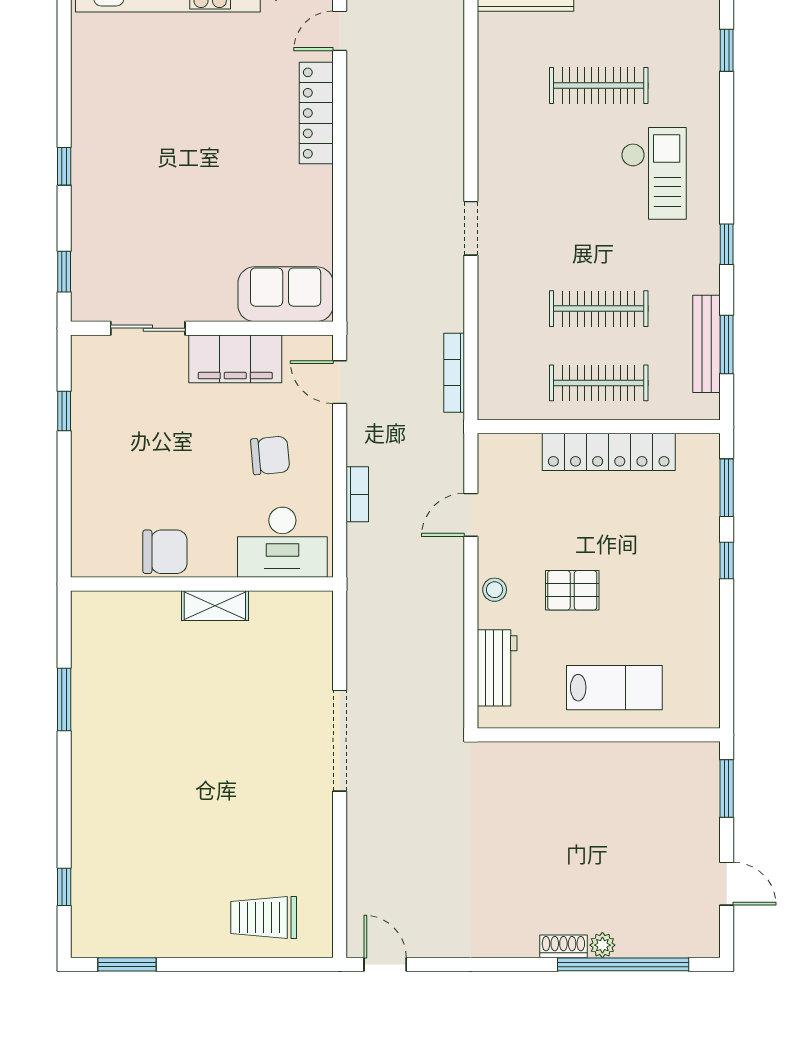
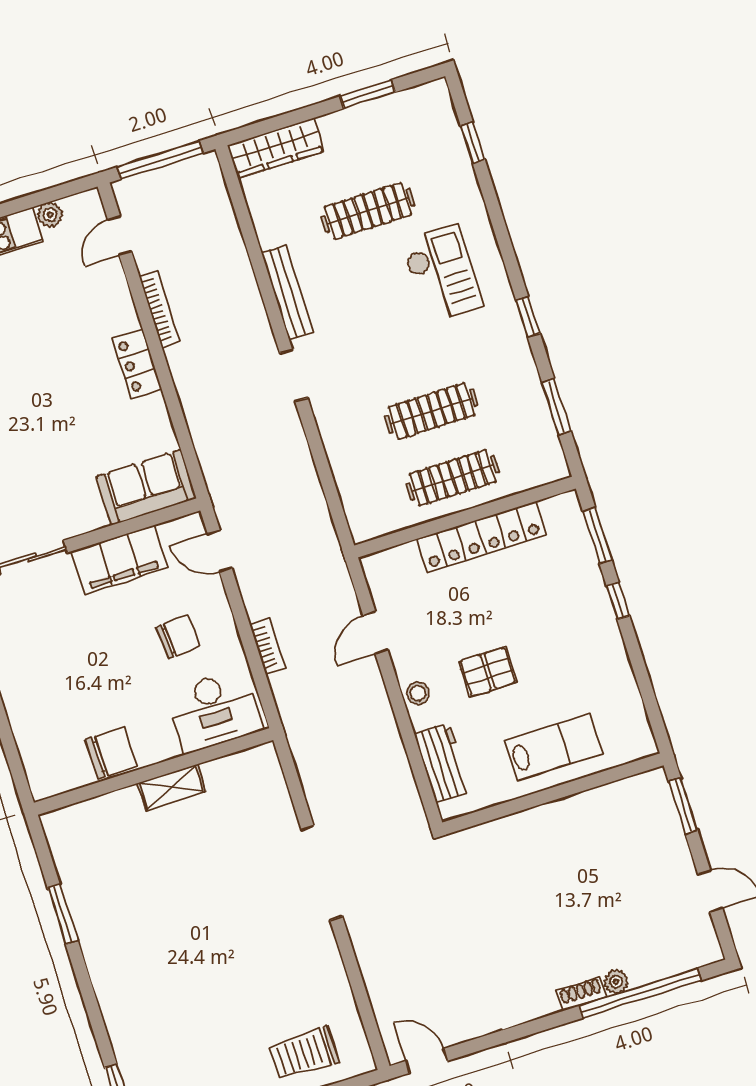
locker: (316, 113) -> (137, 364), moved, width x0.66
bench: (706, 344) -> (287, 292), moved
bookcase: (454, 373) -> (159, 309), moved, turned 180

